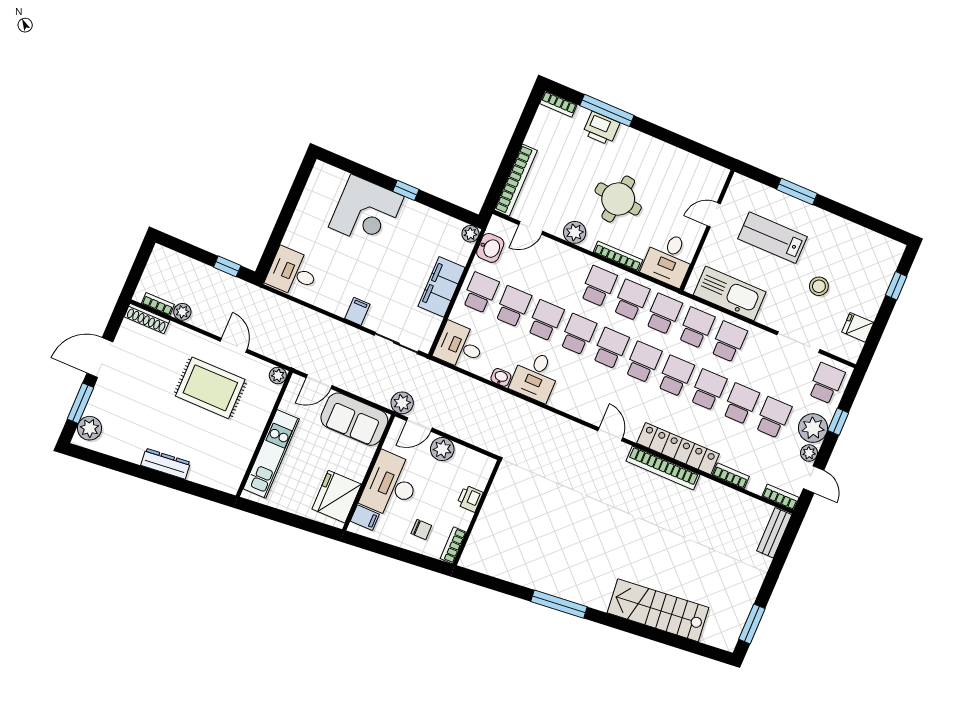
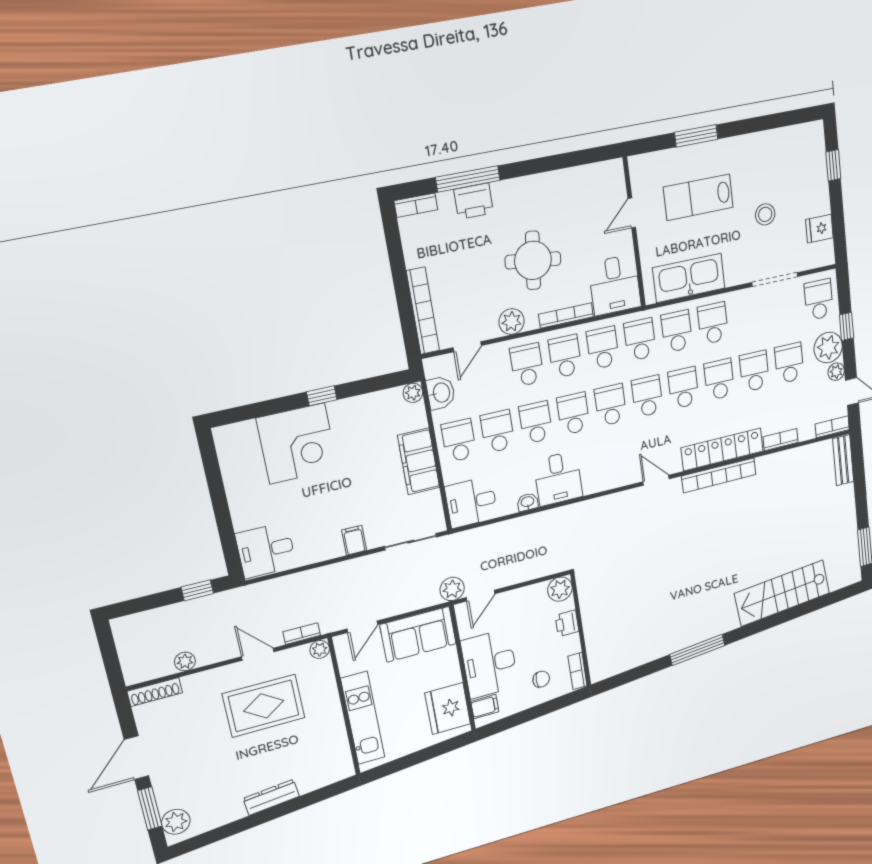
school desk: (566, 272) -> (527, 365), added
bookcase: (158, 304) -> (302, 634), moved
plant: (442, 449) -> (560, 589), moved

